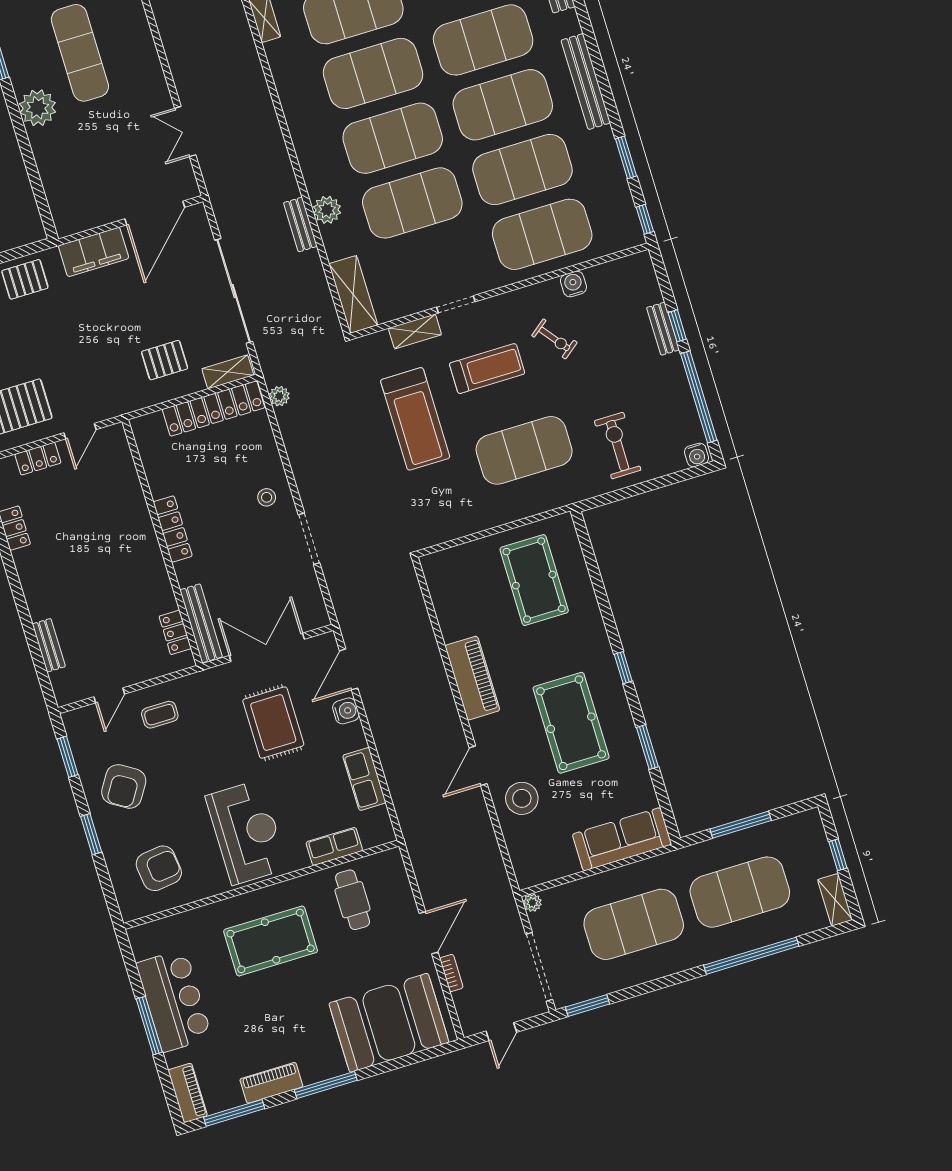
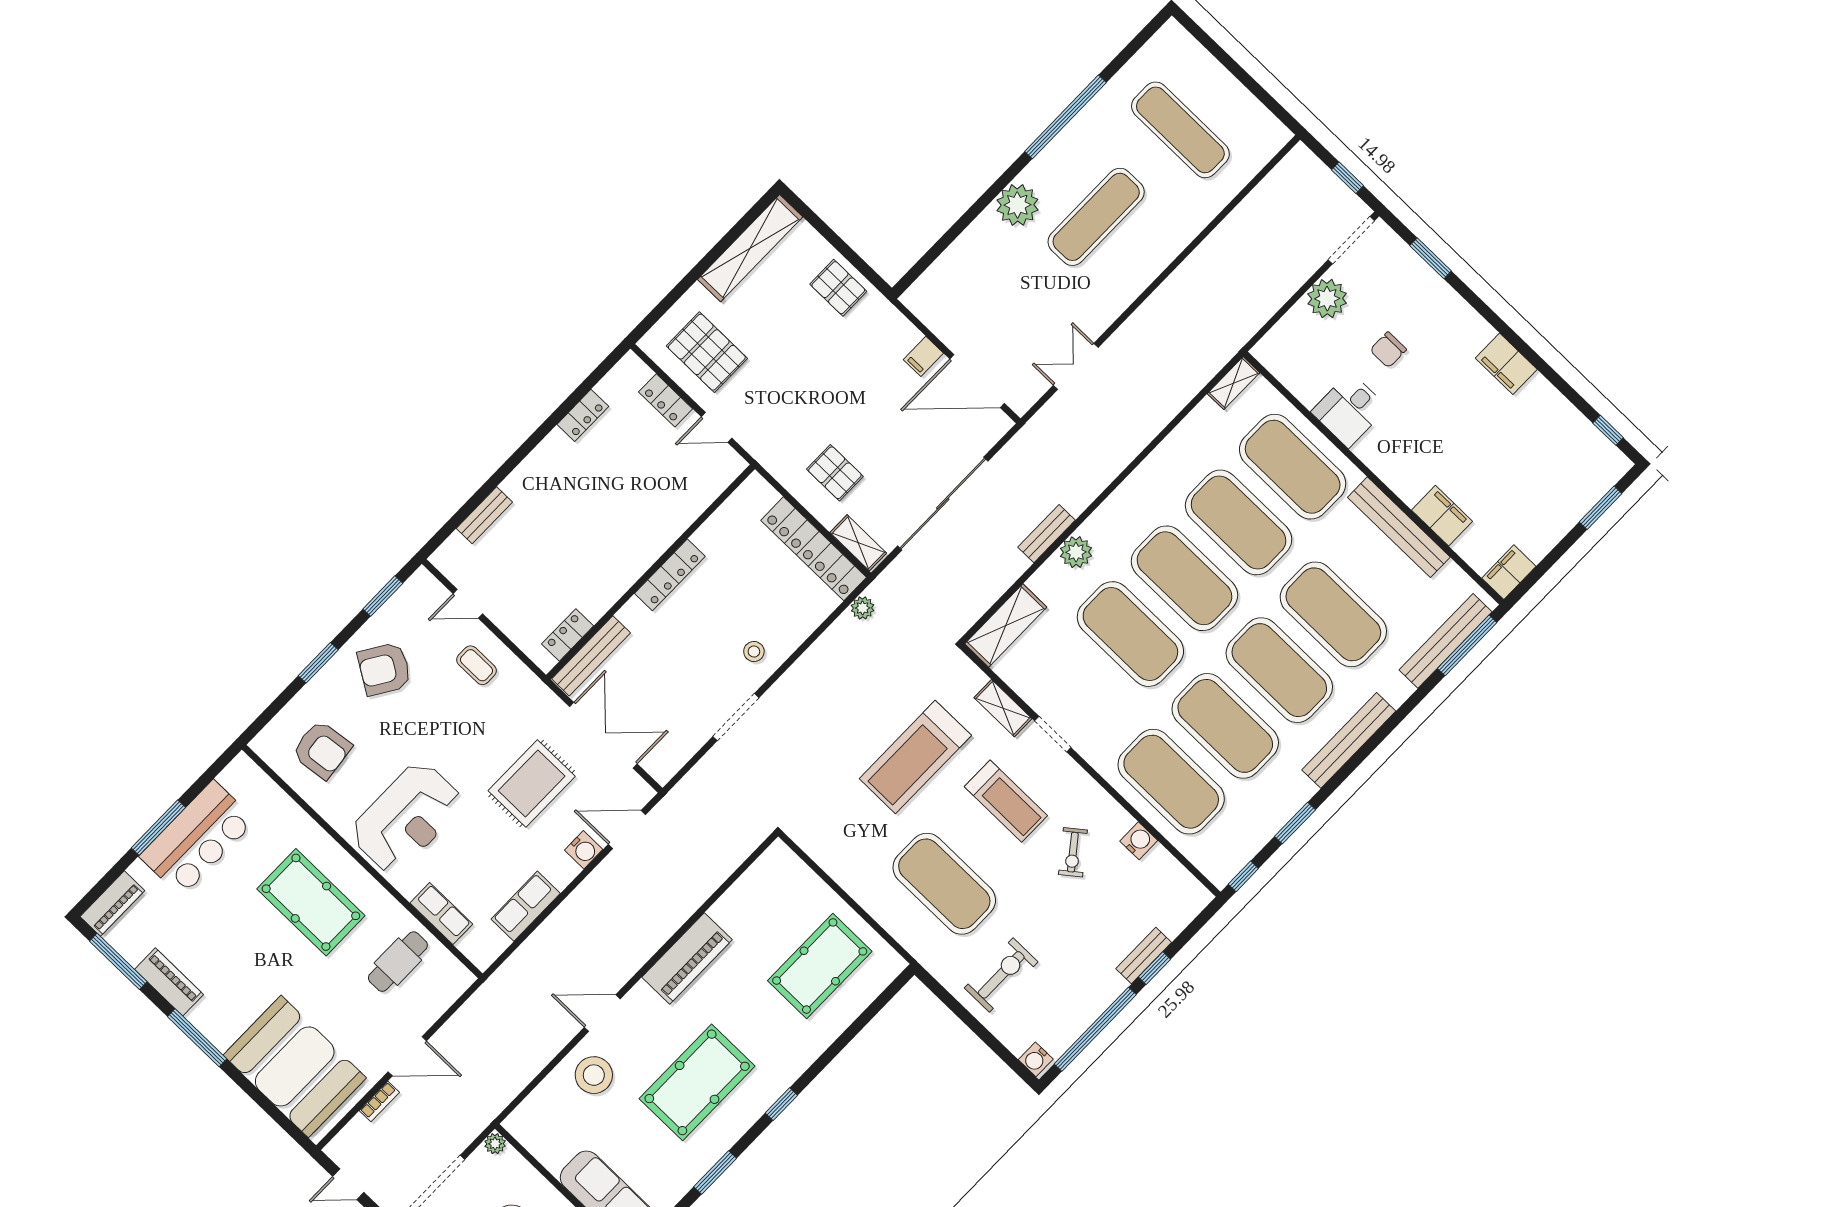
filing cabinet: (94, 252) -> (923, 356), width x0.33, depth x0.86

